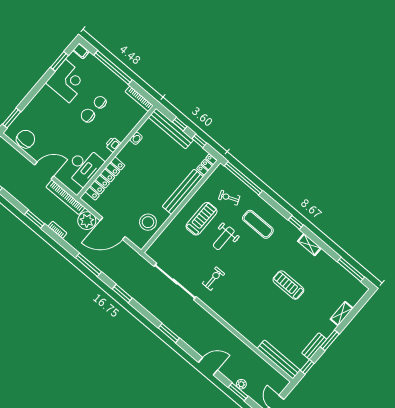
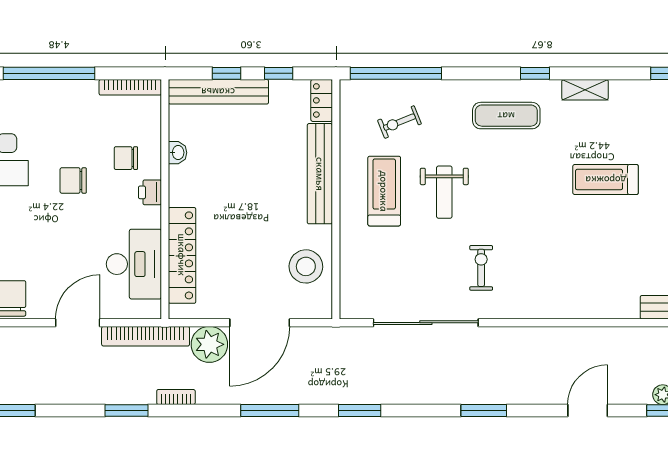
chair: (100, 102) -> (126, 158), moved
exercise mat: (258, 224) -> (506, 116), moved

